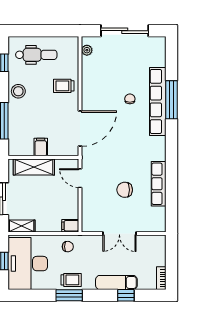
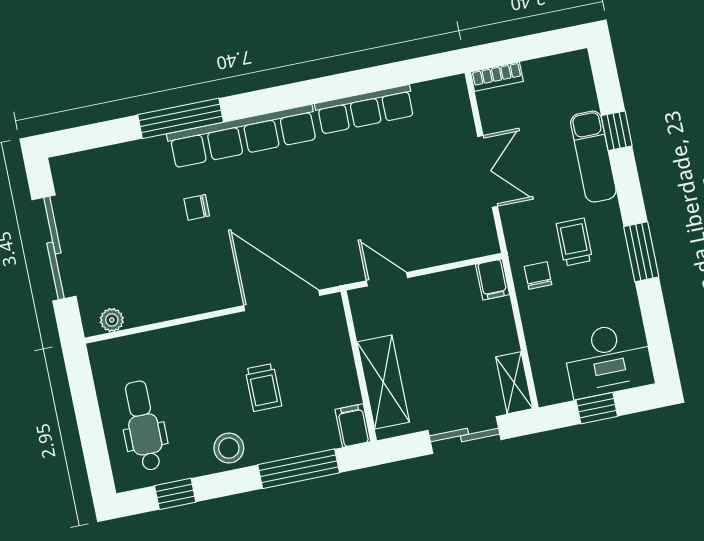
trolley: (64, 86) -> (263, 387), moved
row of seats: (158, 101) -> (243, 136), moved
filing cabinet: (41, 147) -> (353, 425), moved, turned 90
door: (80, 178) -> (387, 279), swing flipped
chair: (125, 190) -> (392, 179), removed
desk: (28, 264) -> (608, 360), width x0.73, depth x0.77
bookcase: (161, 278) -> (497, 77), moved
trolley: (71, 280) -> (574, 242), moved

